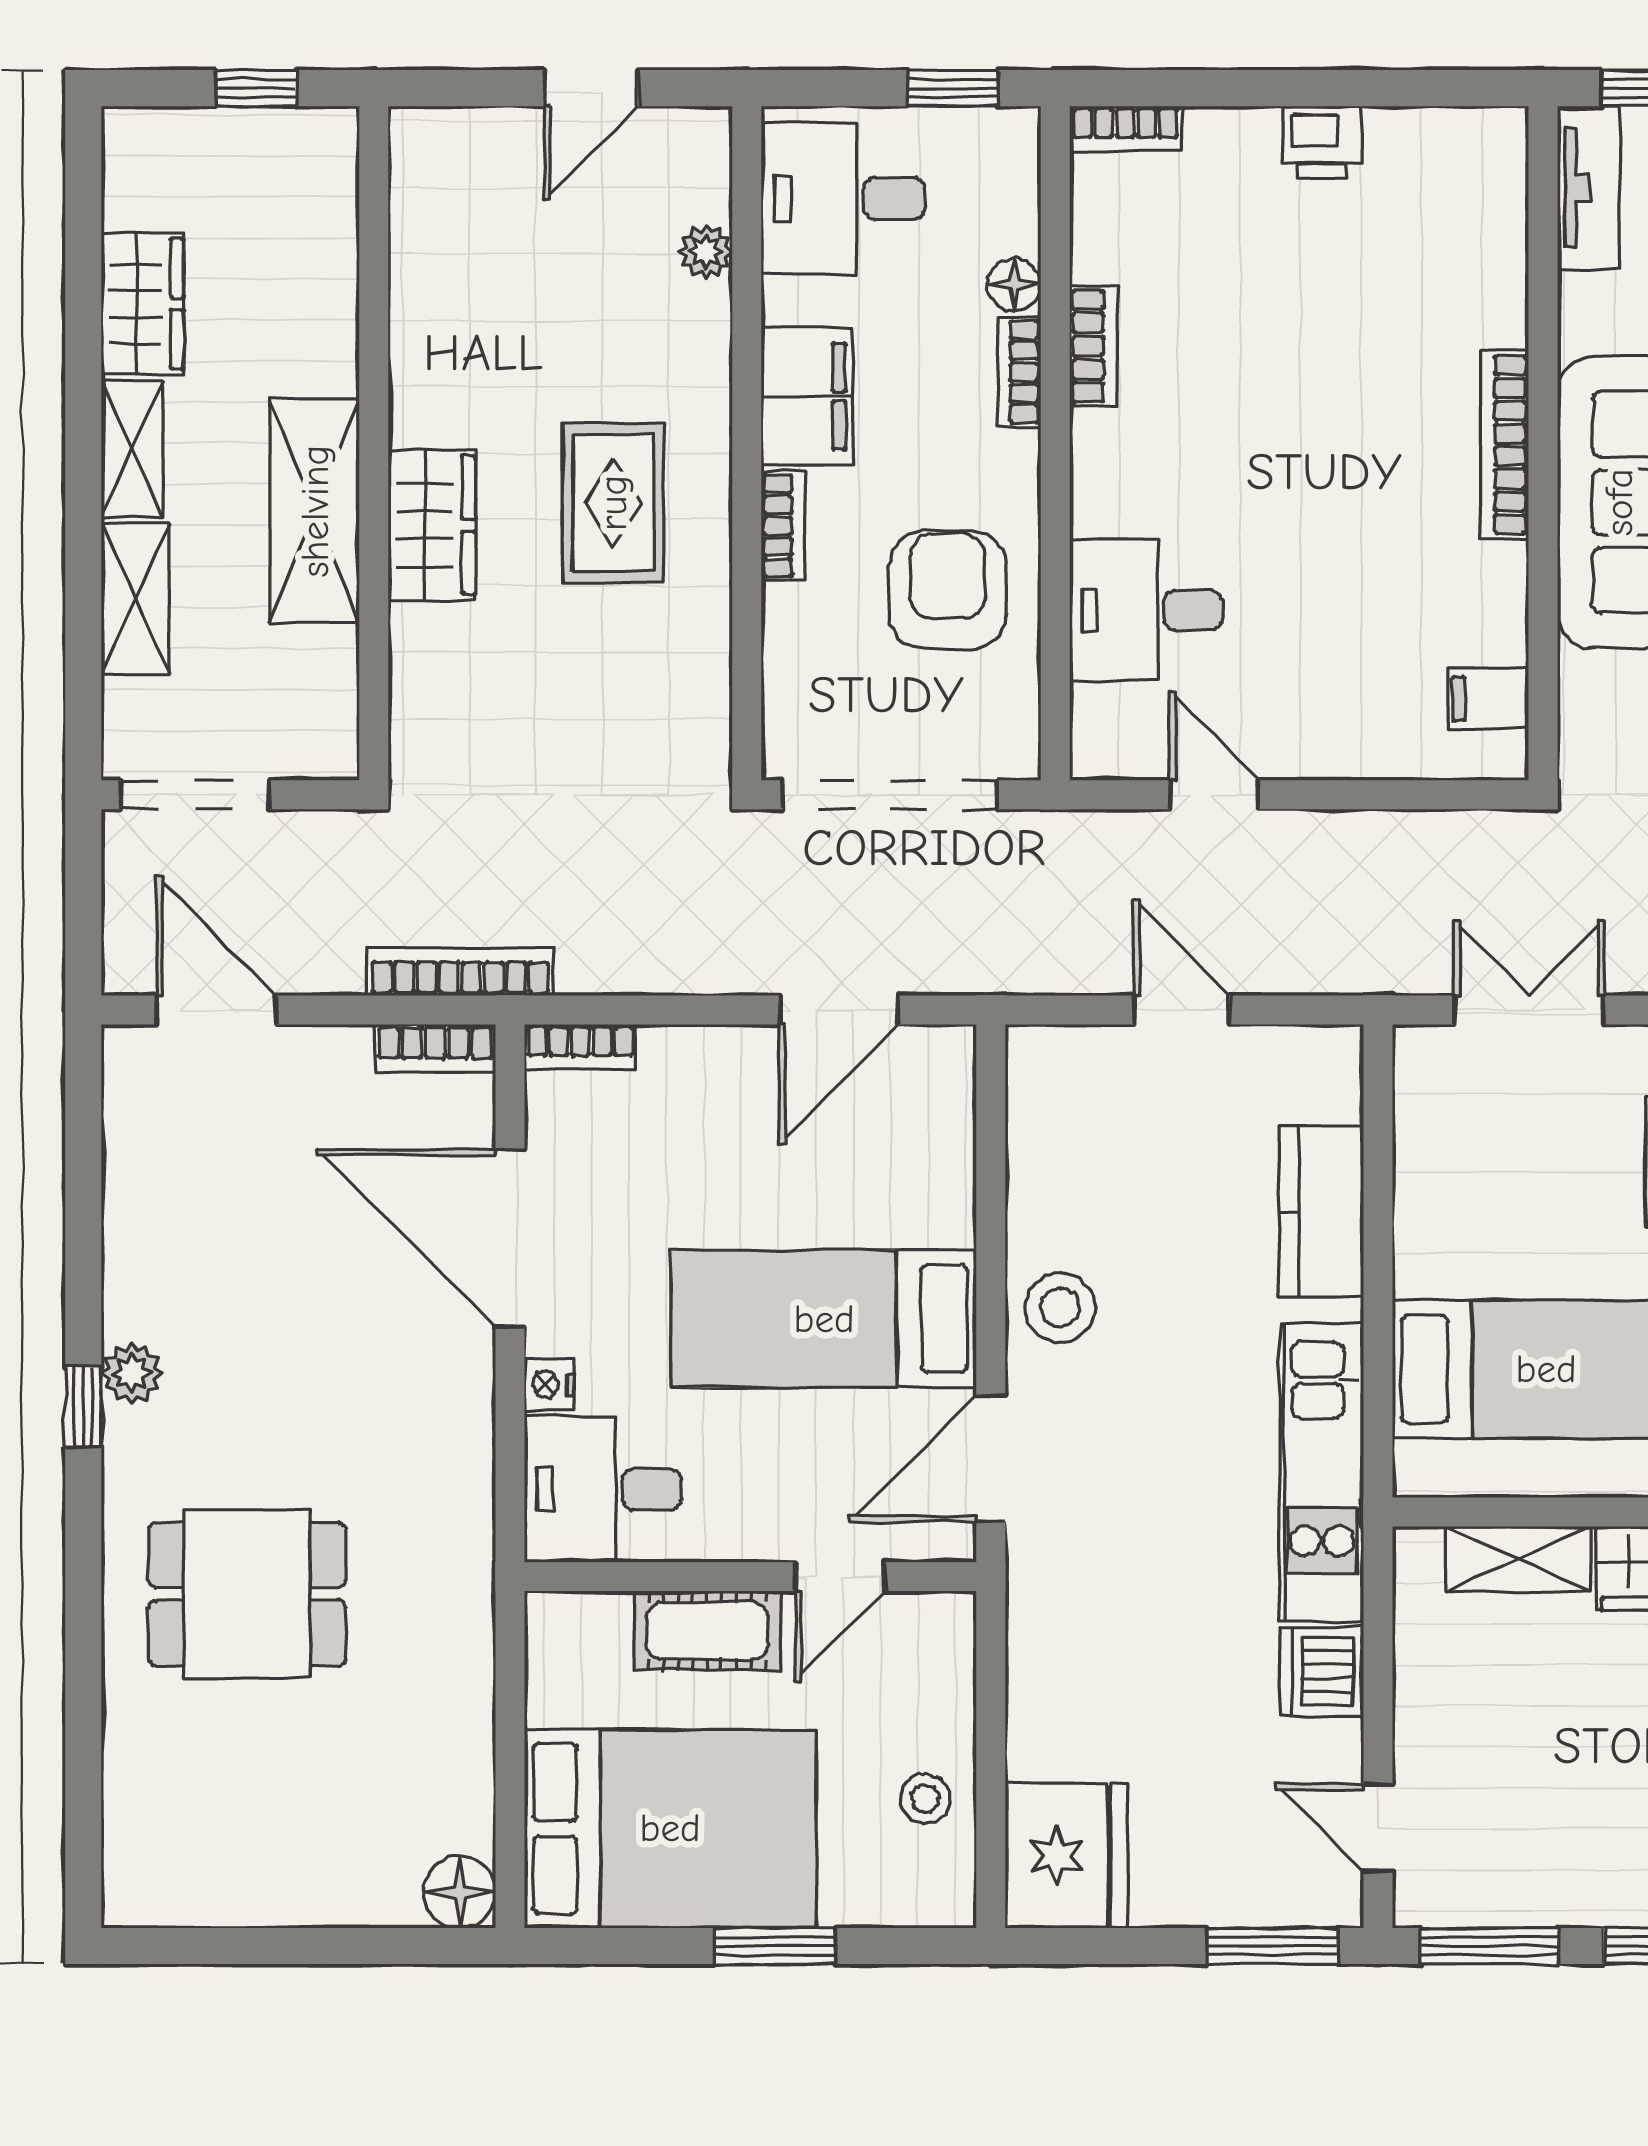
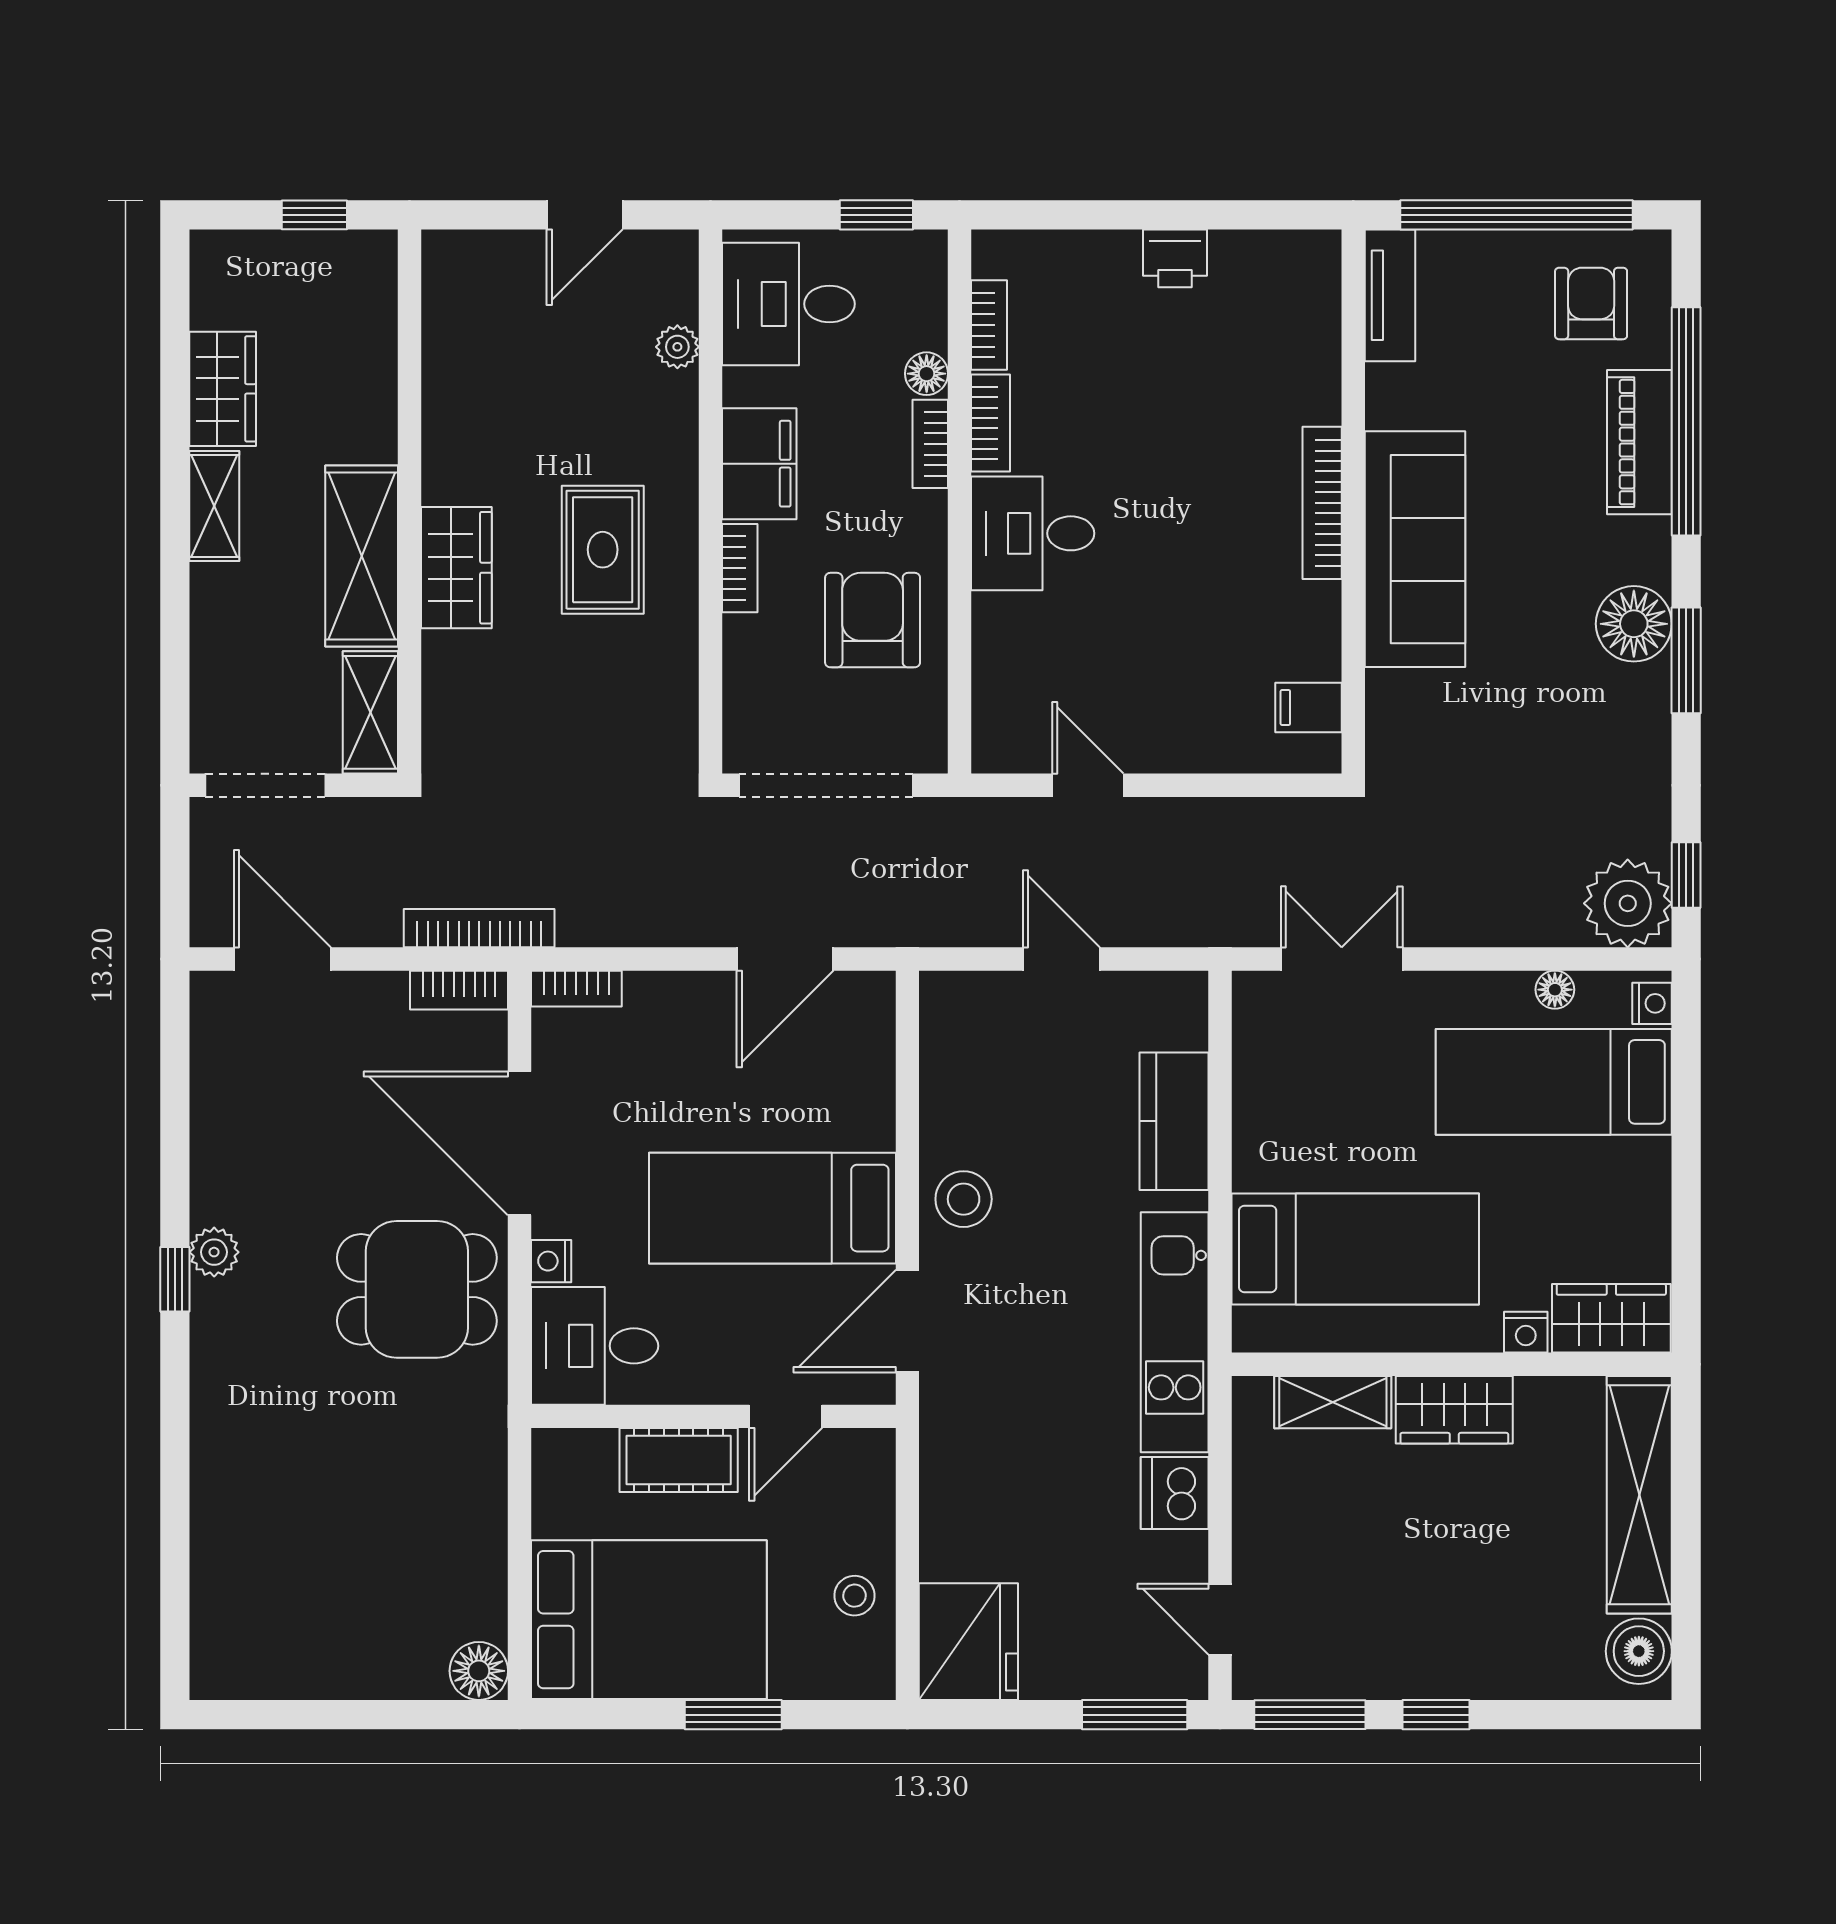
bookcase: (1125, 128) -> (989, 325), moved, turned -90
shelving: (135, 599) -> (370, 712), moved
desk: (1146, 610) -> (1033, 533), moved
dining table: (247, 1594) -> (417, 1289), moved

